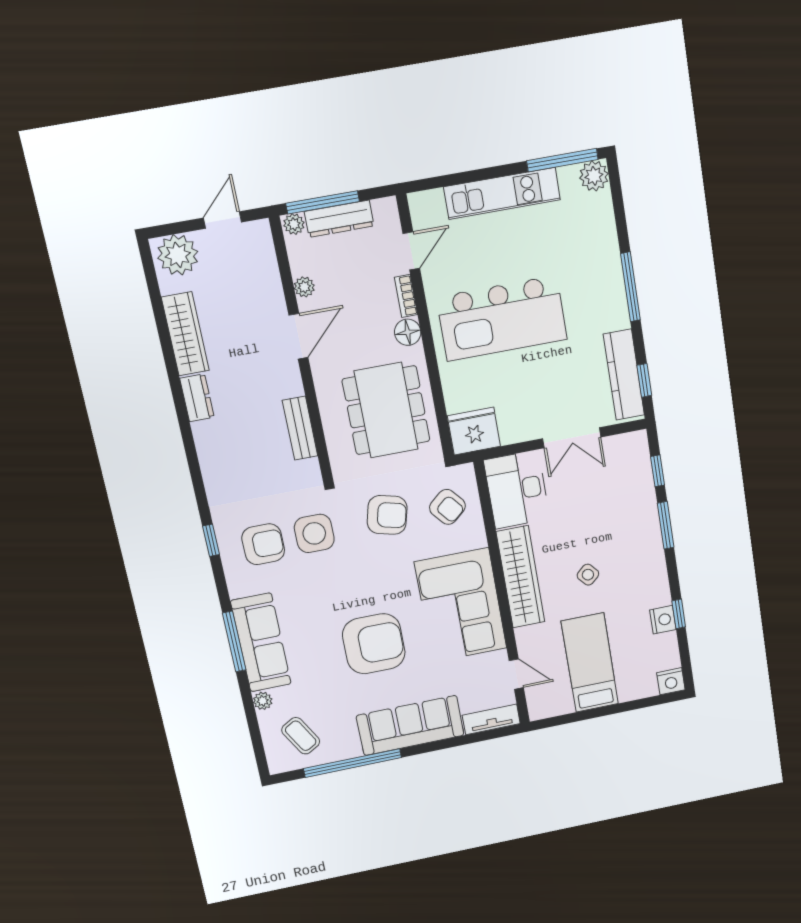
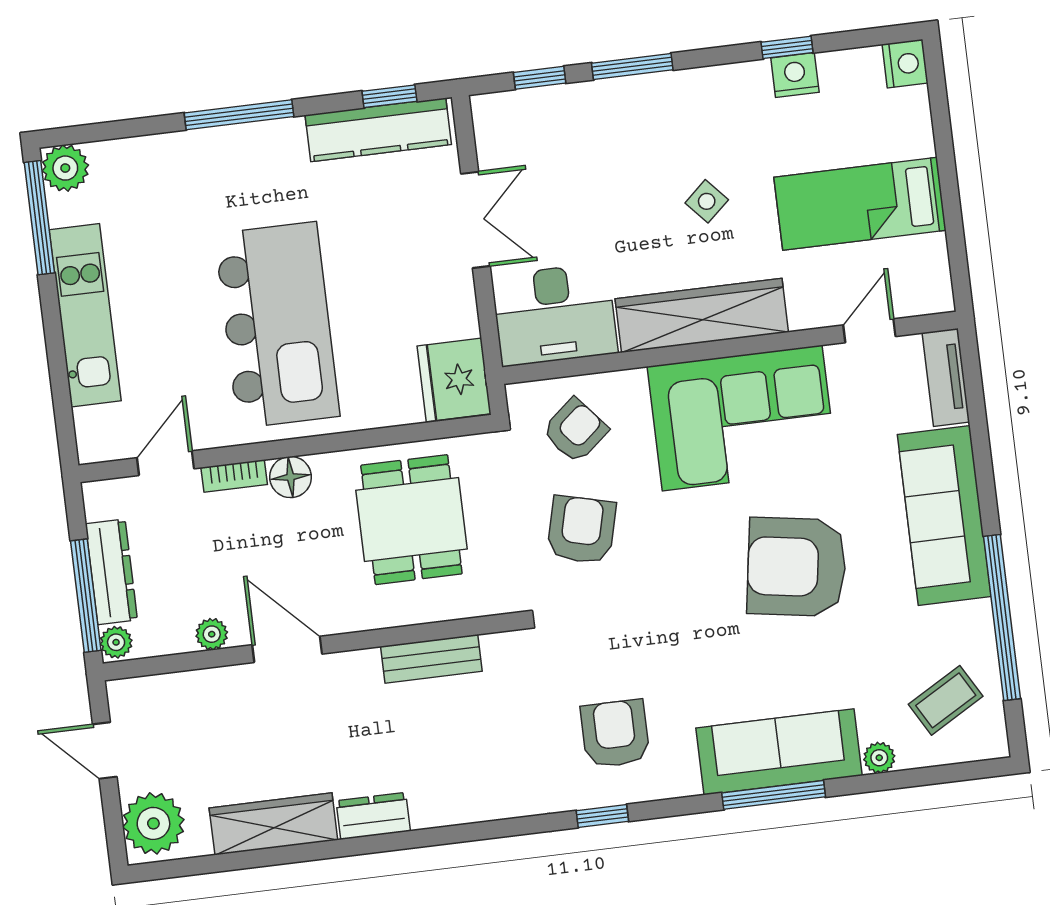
door: (411, 251) -> (165, 463), hinge flipped
dining table: (386, 410) -> (411, 520), width x0.73
side table: (314, 533) -> (603, 650), removed
armchair: (374, 644) -> (797, 567), turned -81

